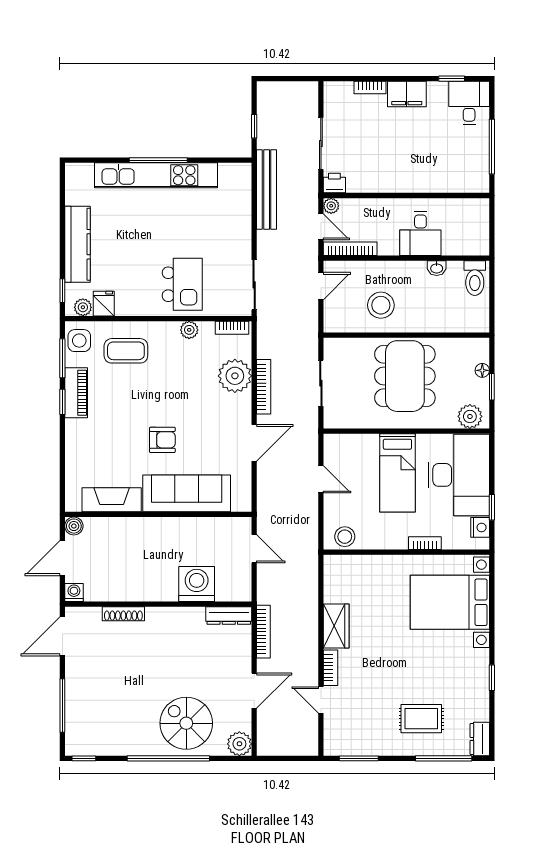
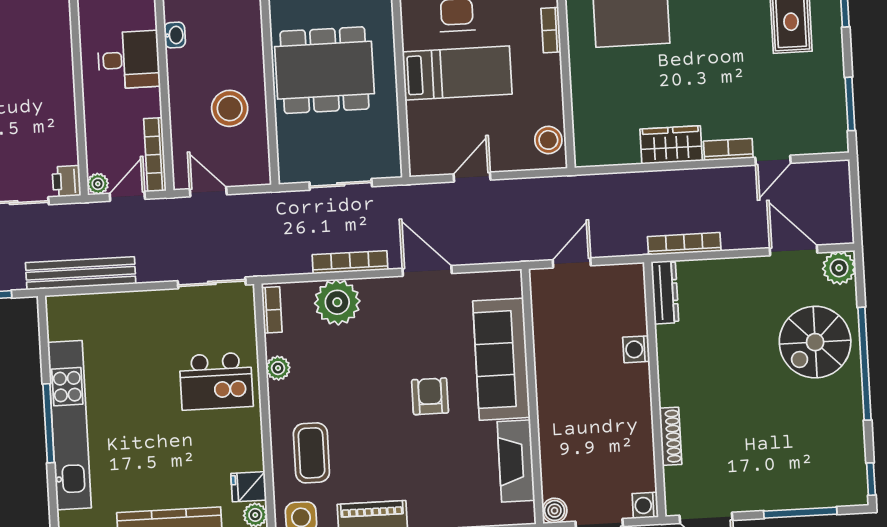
kitchen island: (182, 284) -> (216, 381), turned 180
washing machine: (197, 584) -> (636, 349), width x0.53, depth x0.53
door: (254, 691) -> (793, 250), moved

